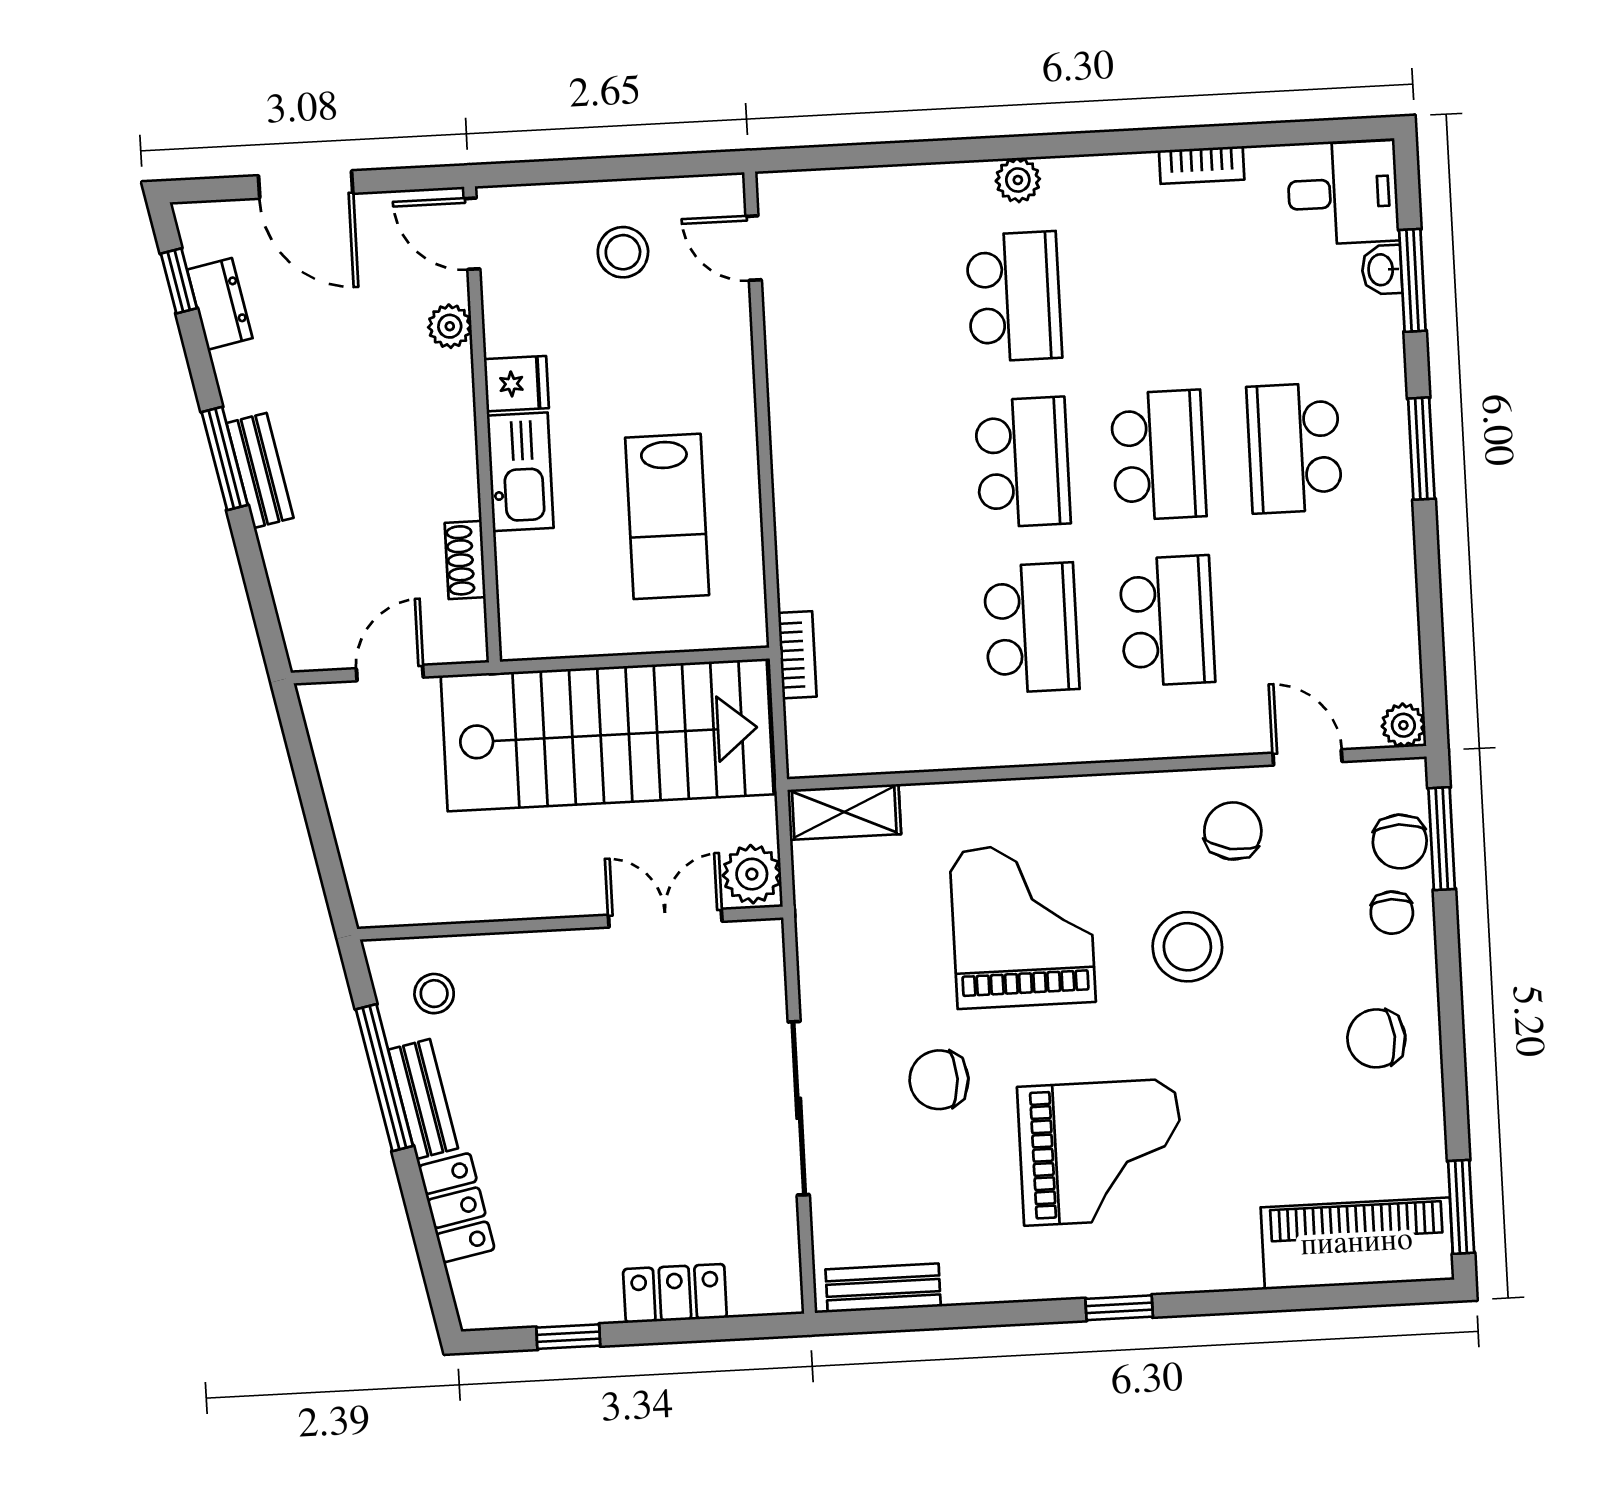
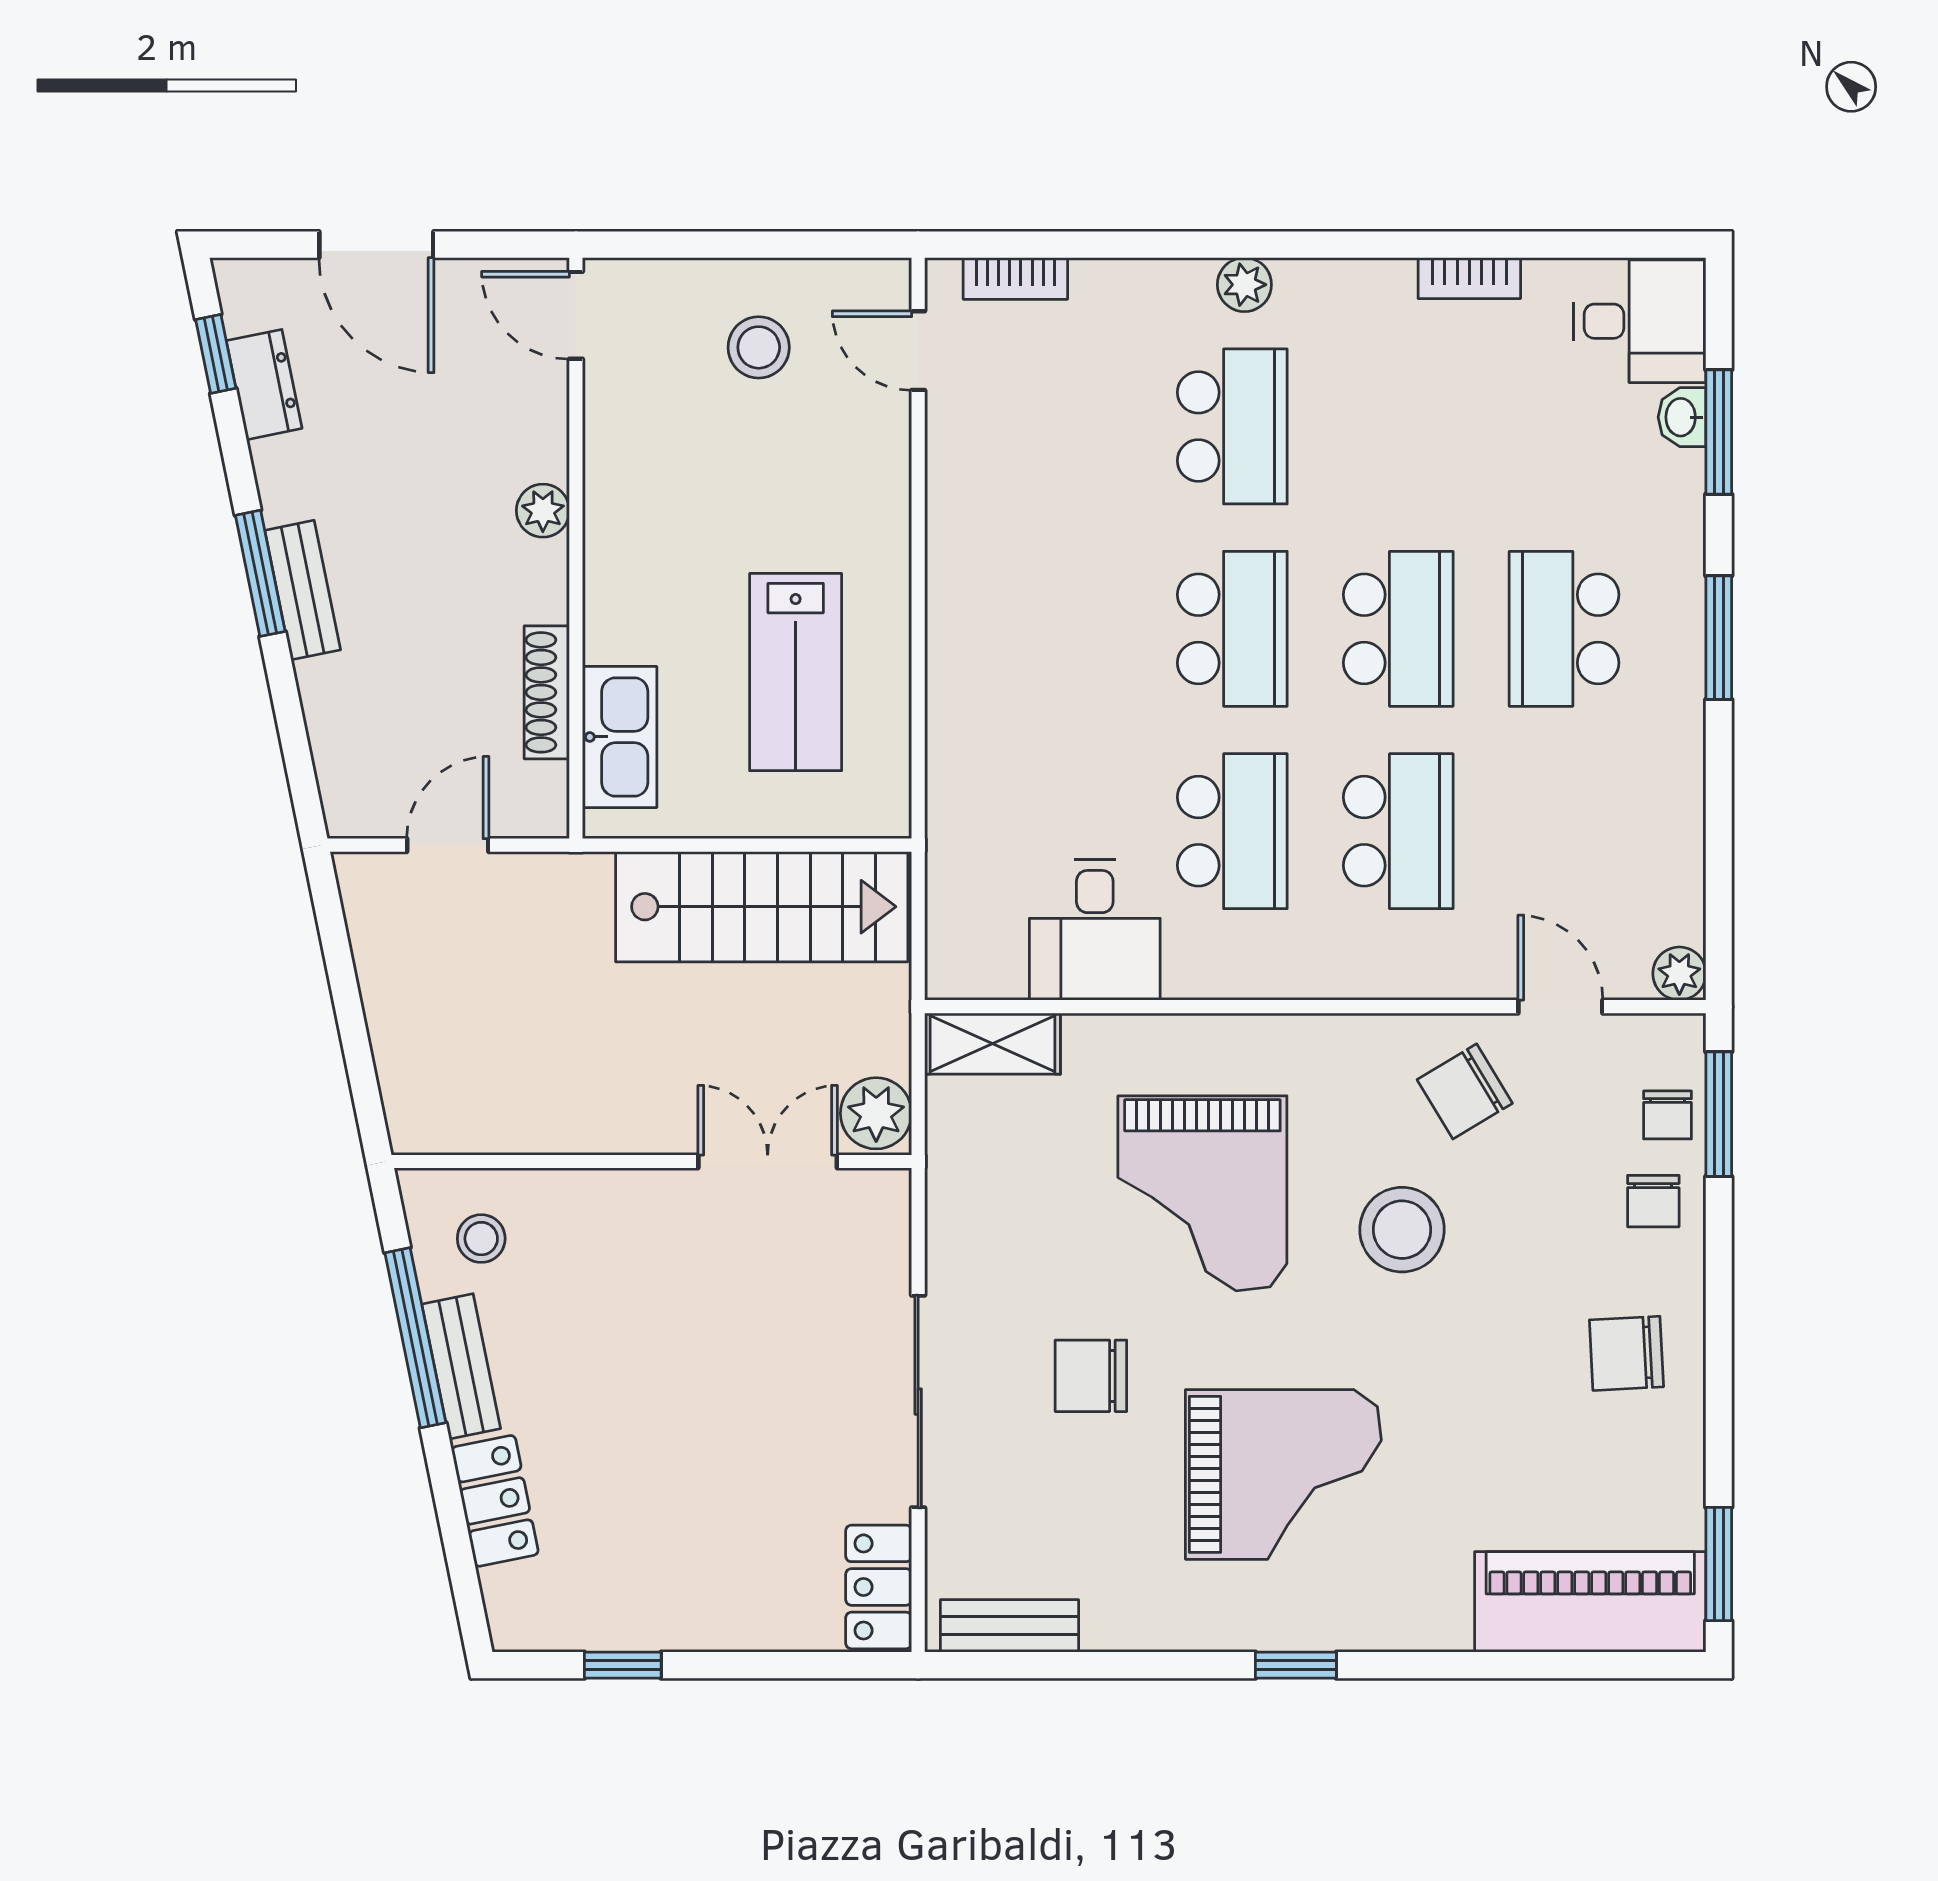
plant: (450, 326) -> (543, 511), moved
fridge: (516, 384) -> (620, 501), removed
kitchen sink: (520, 472) -> (620, 737), moved
shoe rack: (465, 560) -> (547, 692), width x1.43
bookcase: (797, 655) -> (1015, 278), moved, turned 90
desk: (923, 714) -> (1095, 930), added
stairs: (607, 735) -> (762, 907), width x0.73, depth x0.66
chair: (1233, 831) -> (1465, 1091), turned -132
chair: (1400, 842) -> (1667, 1115), width x0.73, depth x0.73
grand piano: (1022, 926) -> (1202, 1193), turned 180
locker: (675, 1293) -> (879, 1587), moved, turned -90

